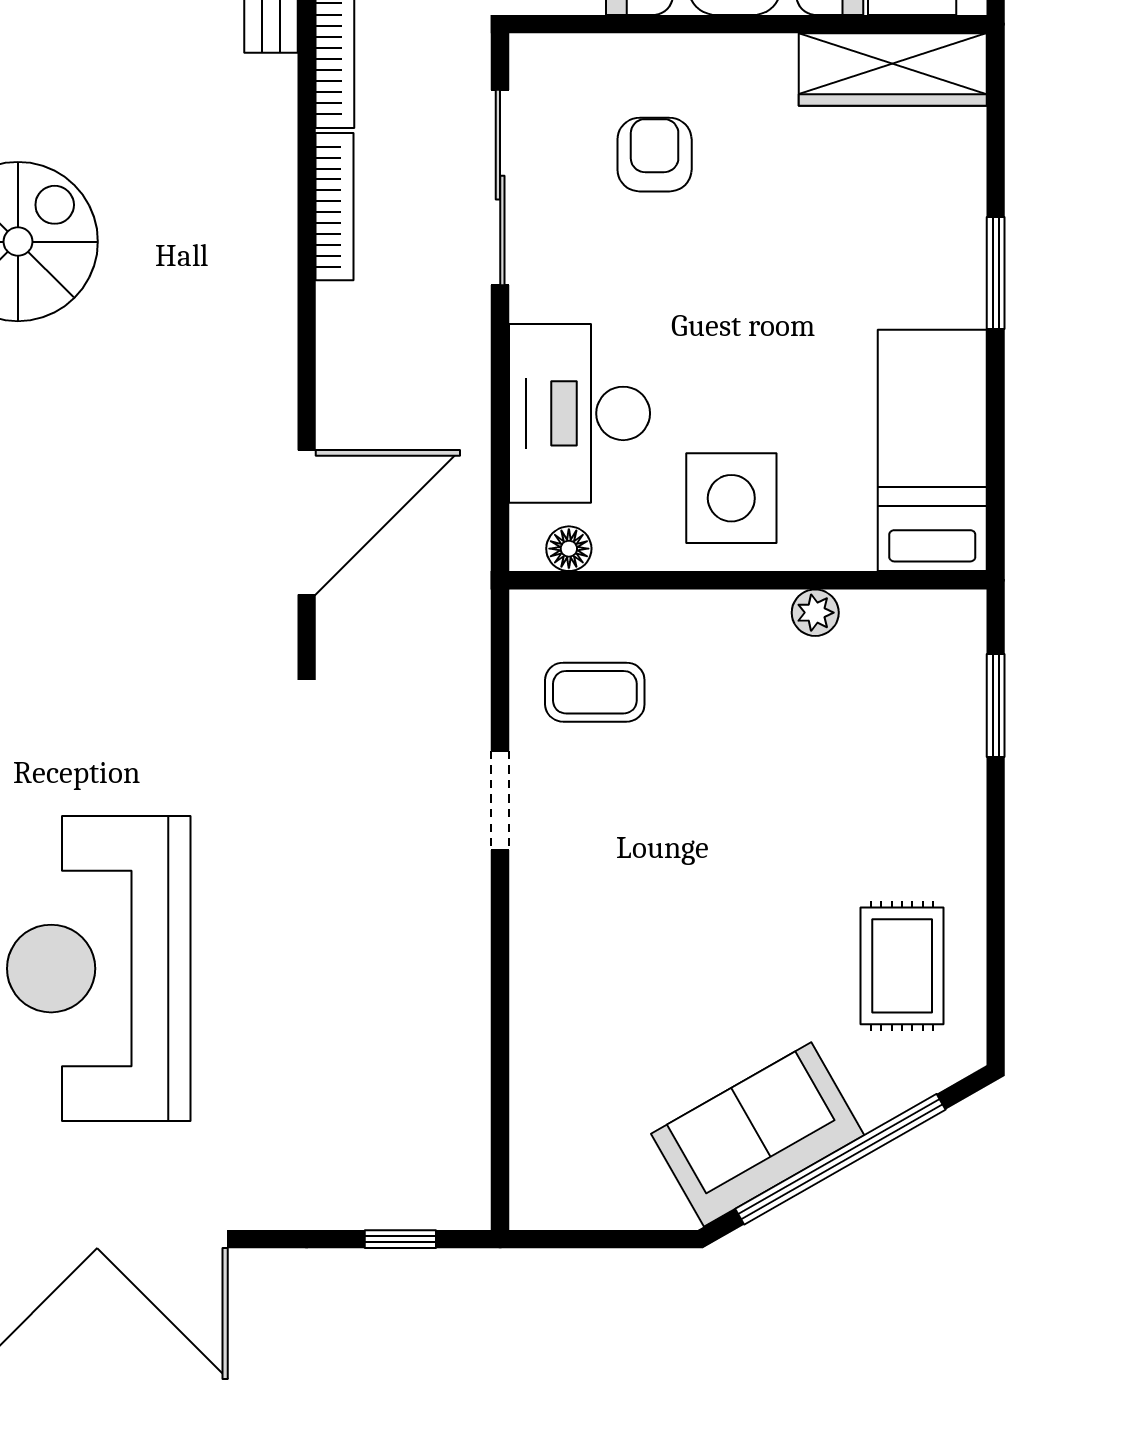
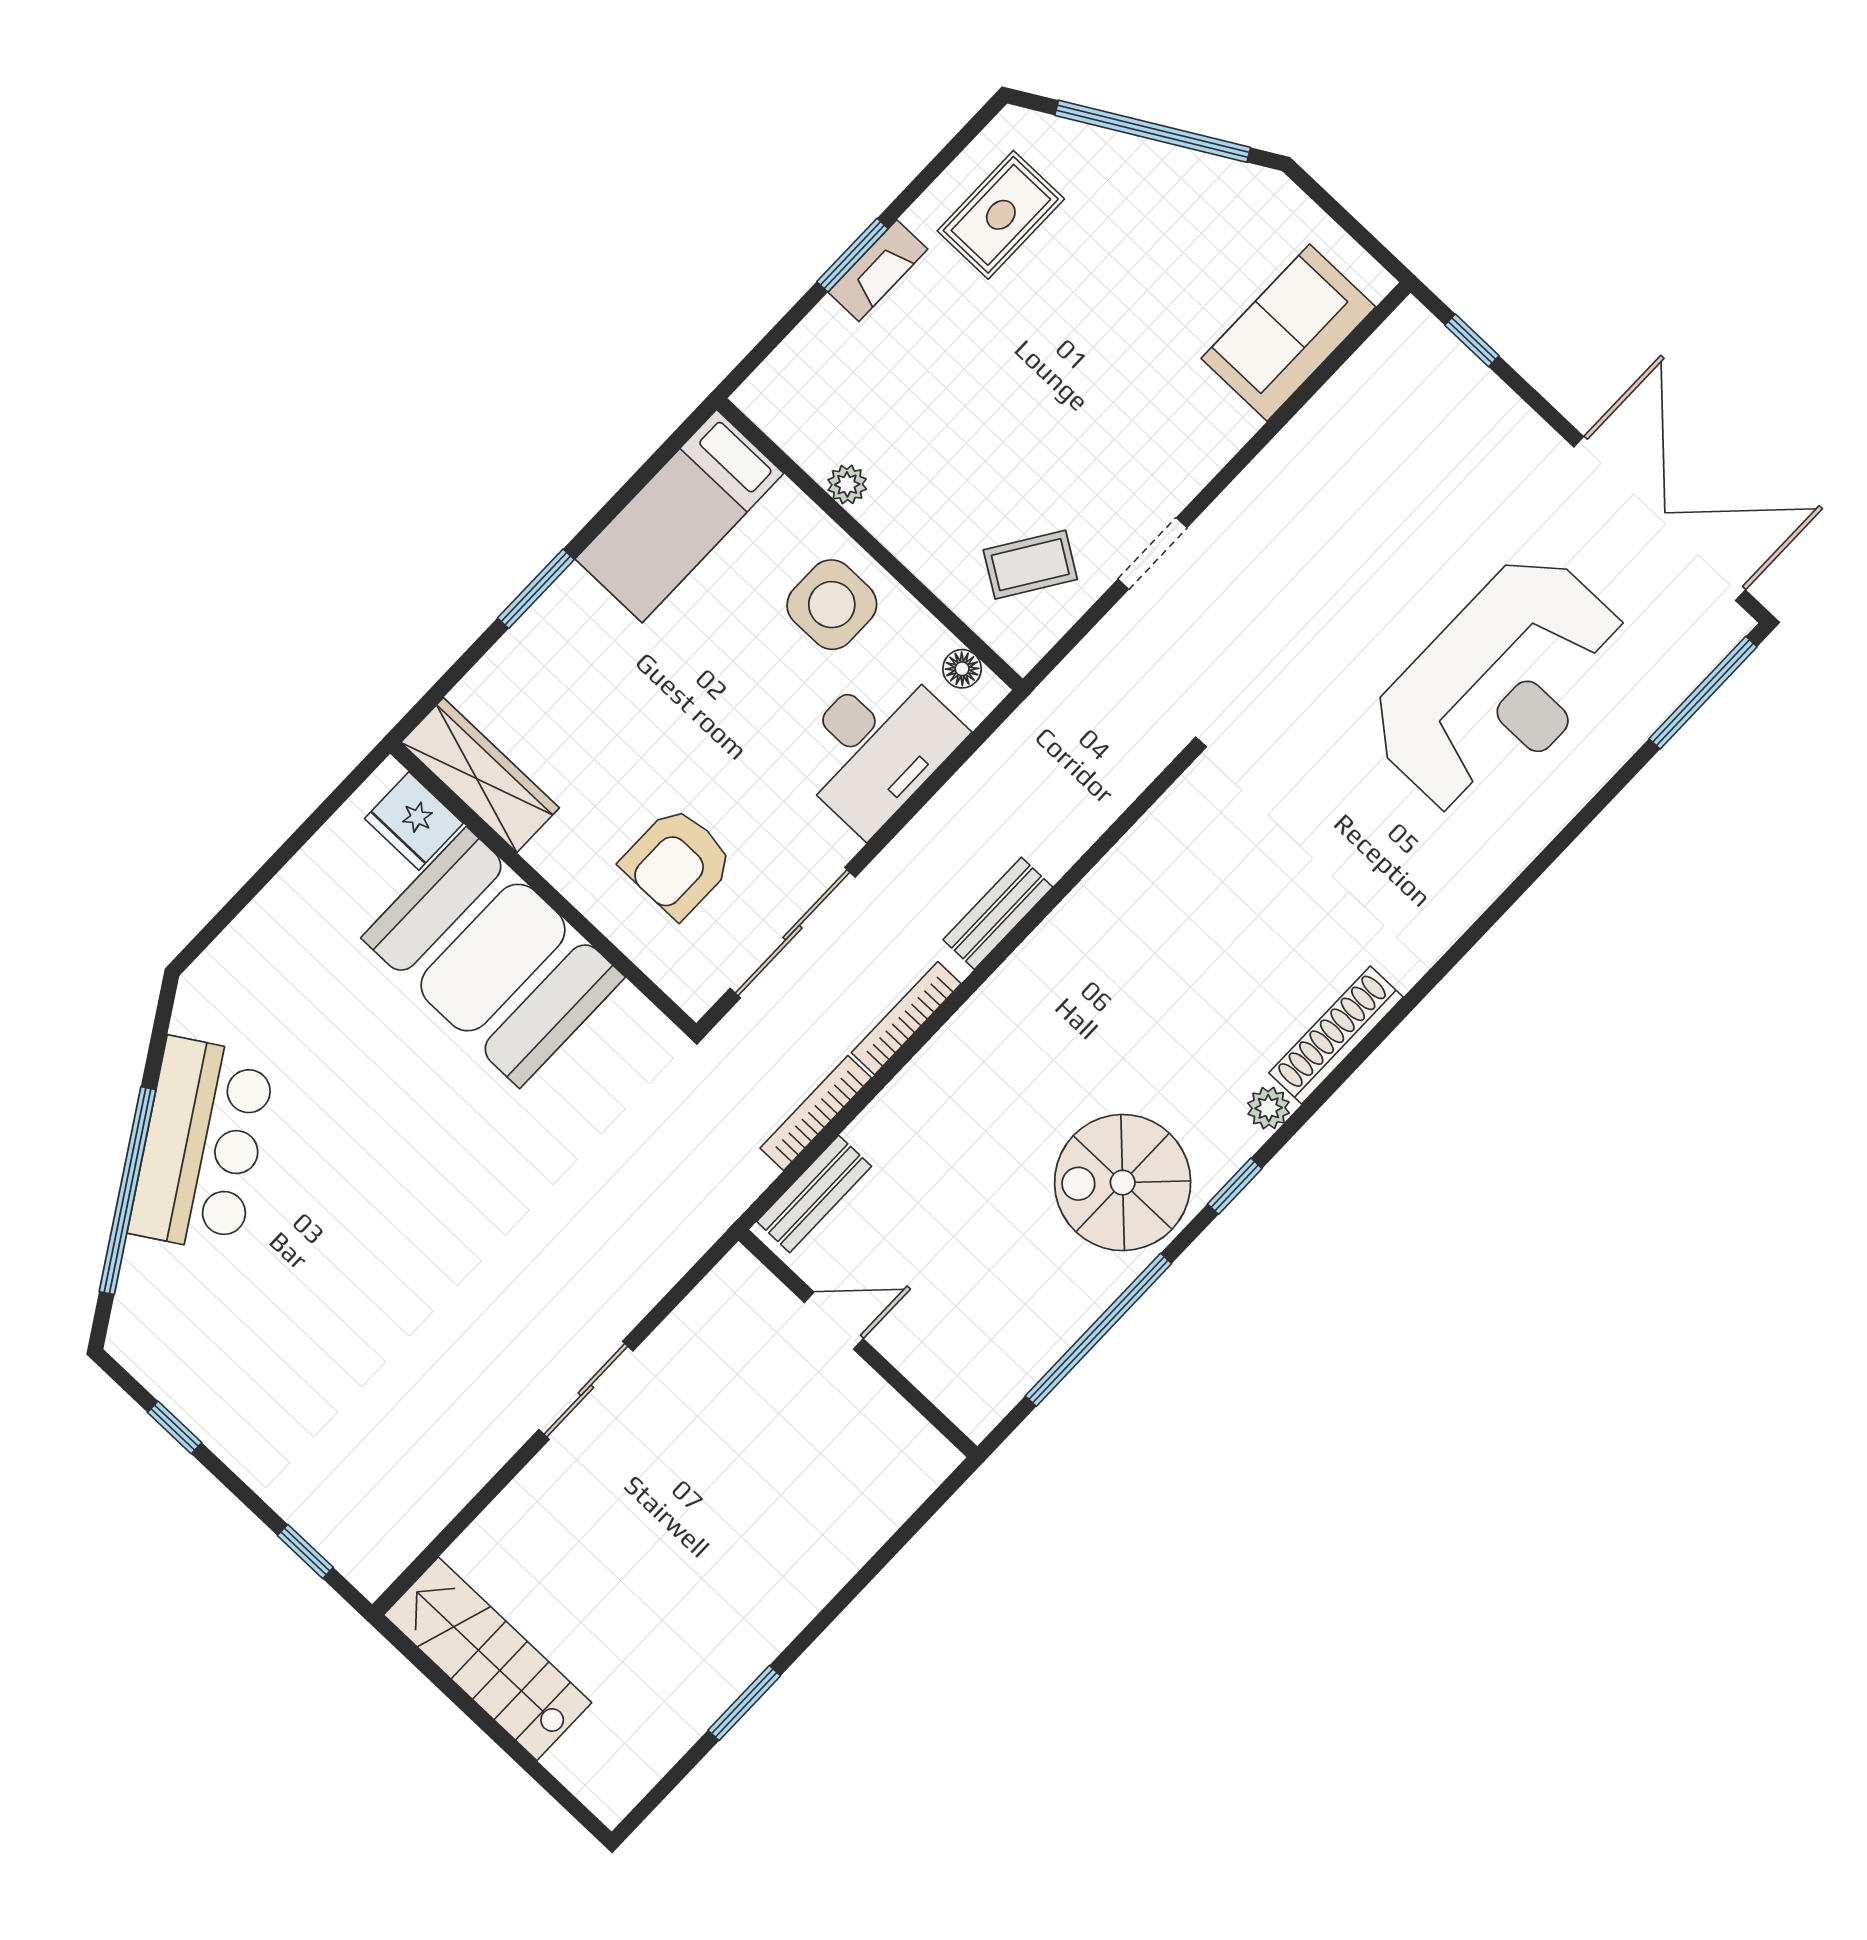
armchair: (655, 155) -> (677, 862), width x1.38, depth x1.38
bench: (341, 370) -> (998, 913), added
door: (307, 522) -> (1109, 839), removed
coffee table: (595, 692) -> (1030, 565), turned -57
window: (996, 706) -> (852, 255), moved
fireplace: (962, 819) -> (878, 271), added
sofa: (758, 1134) -> (1288, 333), moved, turned 120

